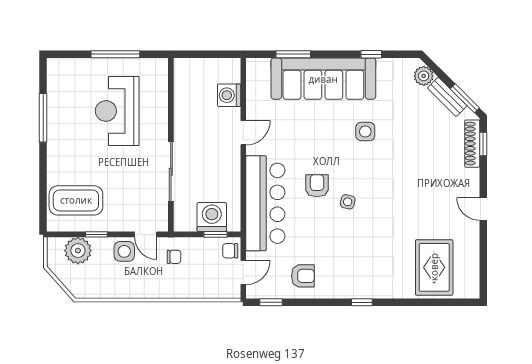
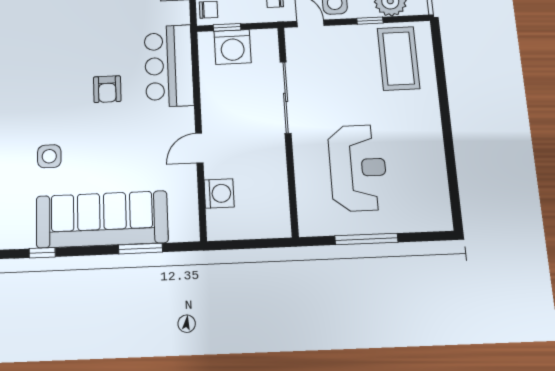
window: (43, 118) -> (450, 155), removed
coffee table: (76, 200) -> (398, 58), turned 90
side table: (348, 202) -> (70, 72), removed
bar counter: (265, 203) -> (169, 66), width x0.73

